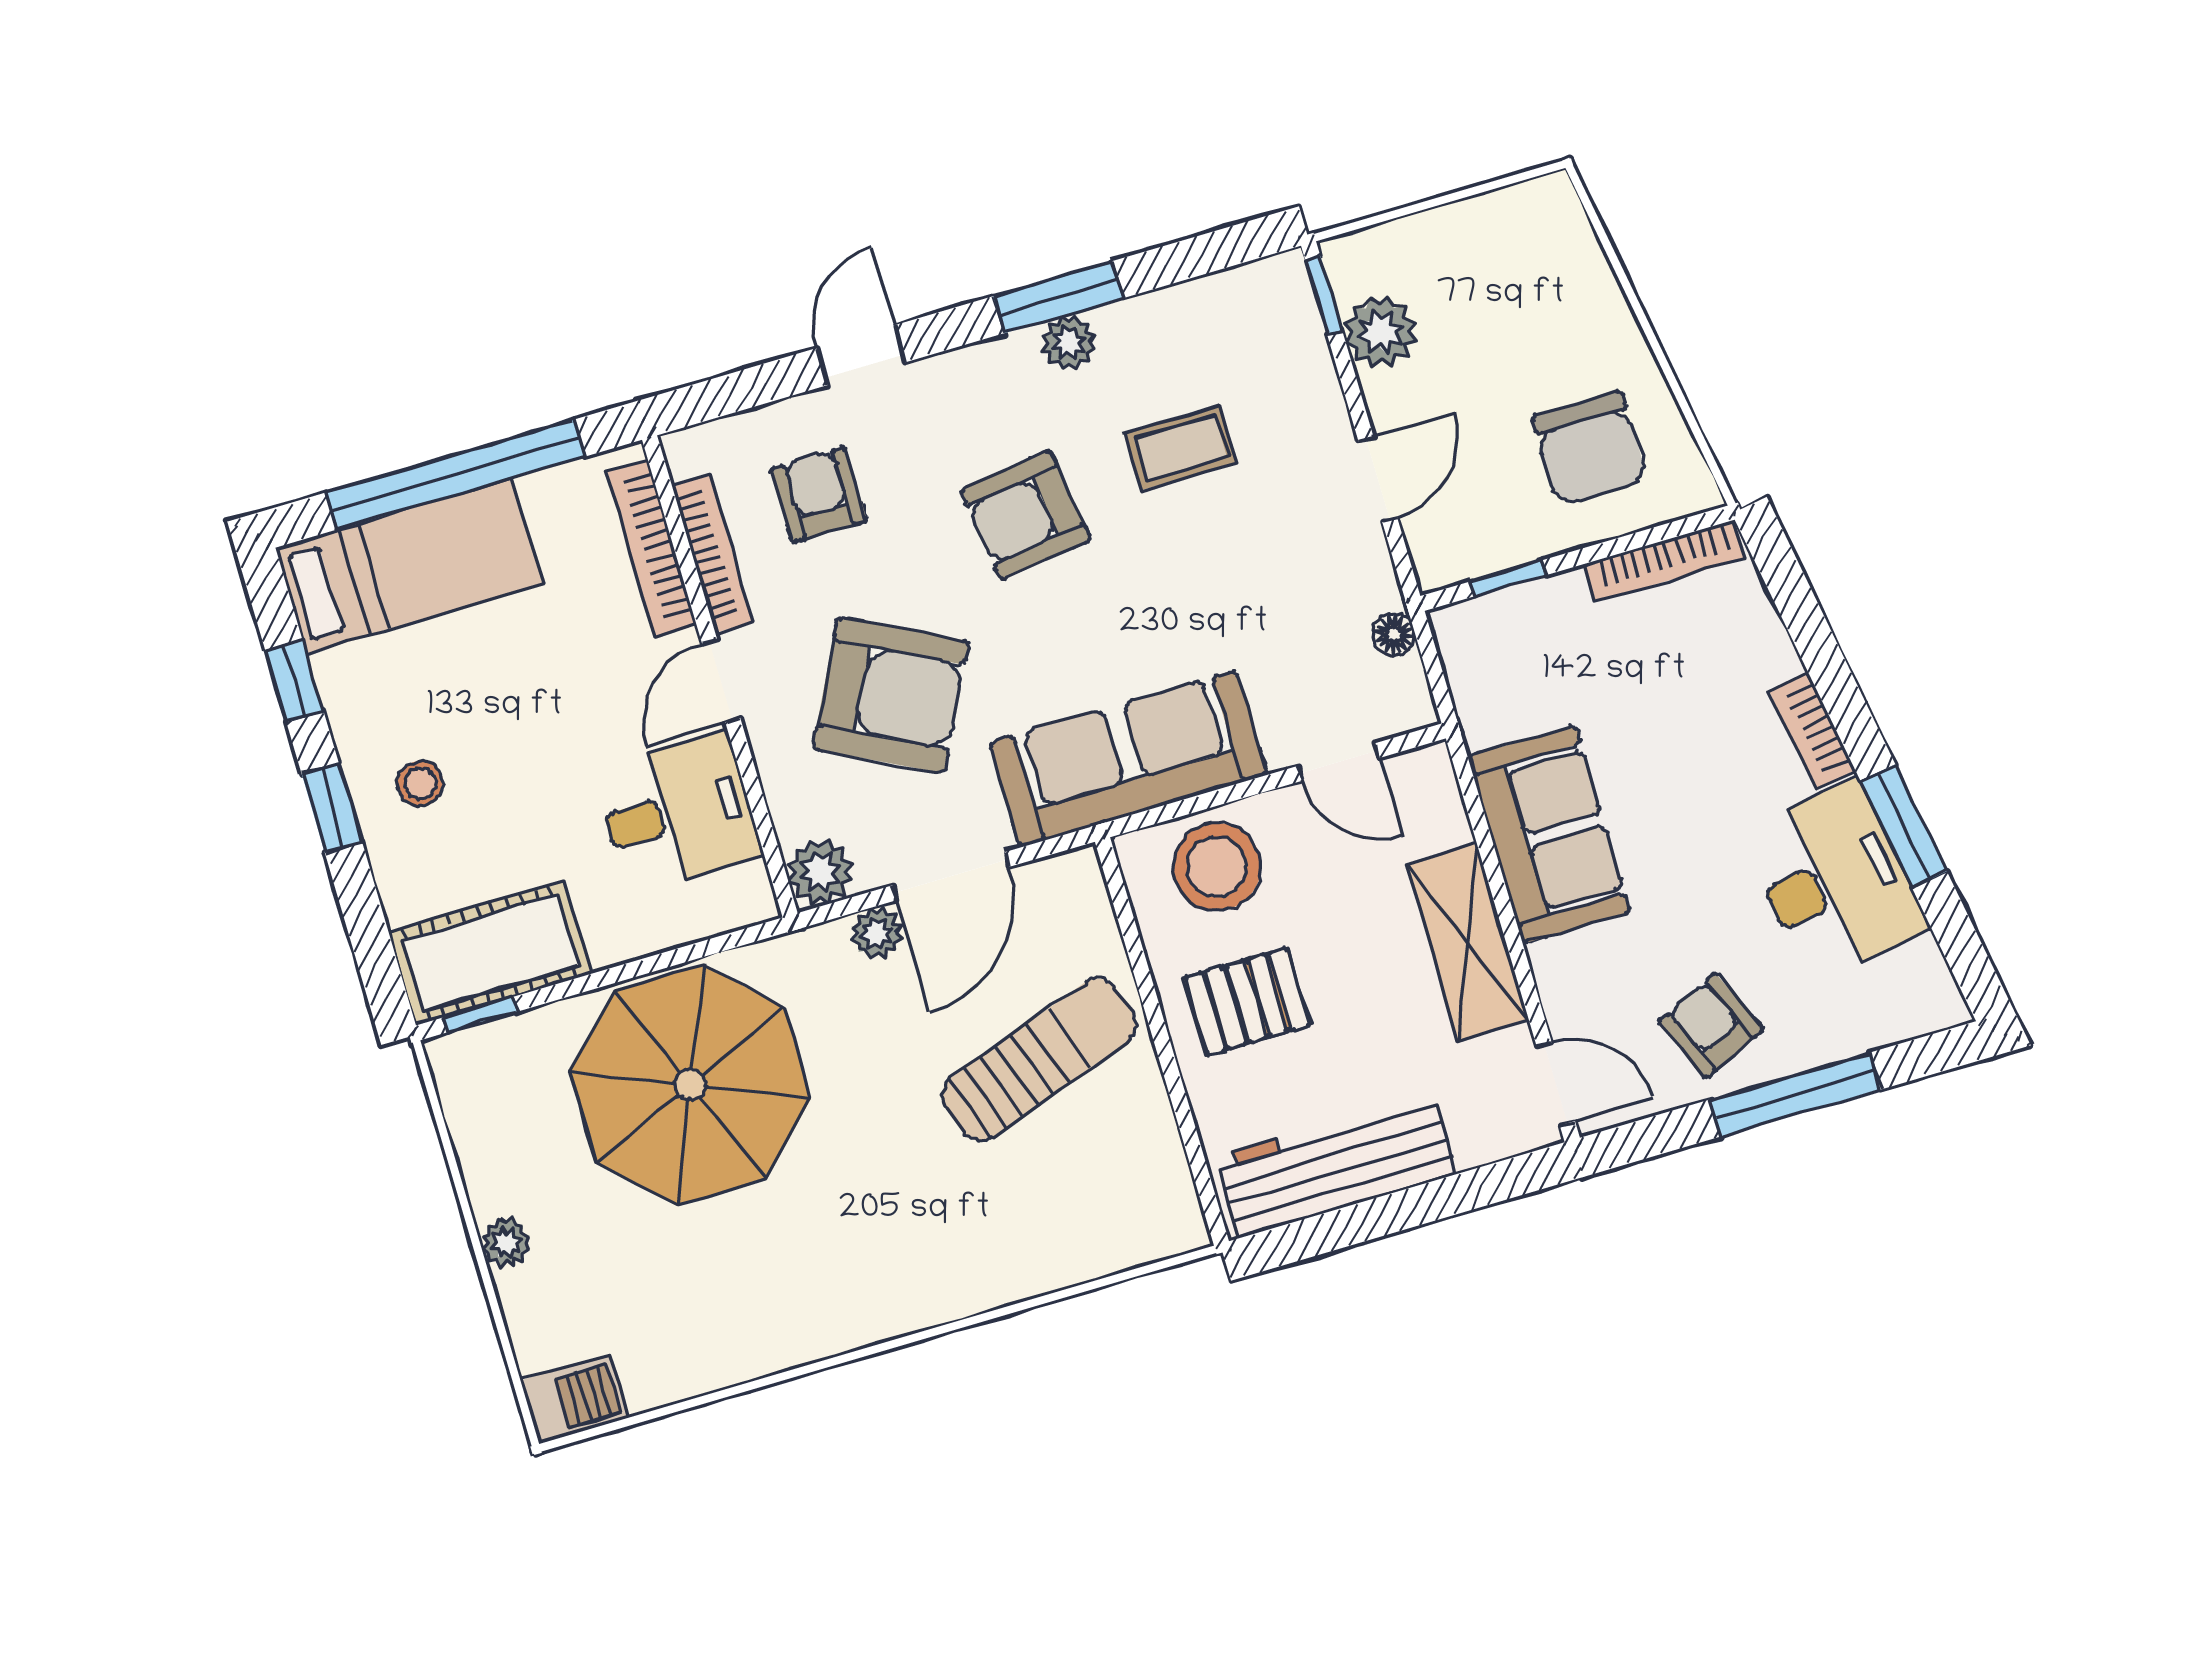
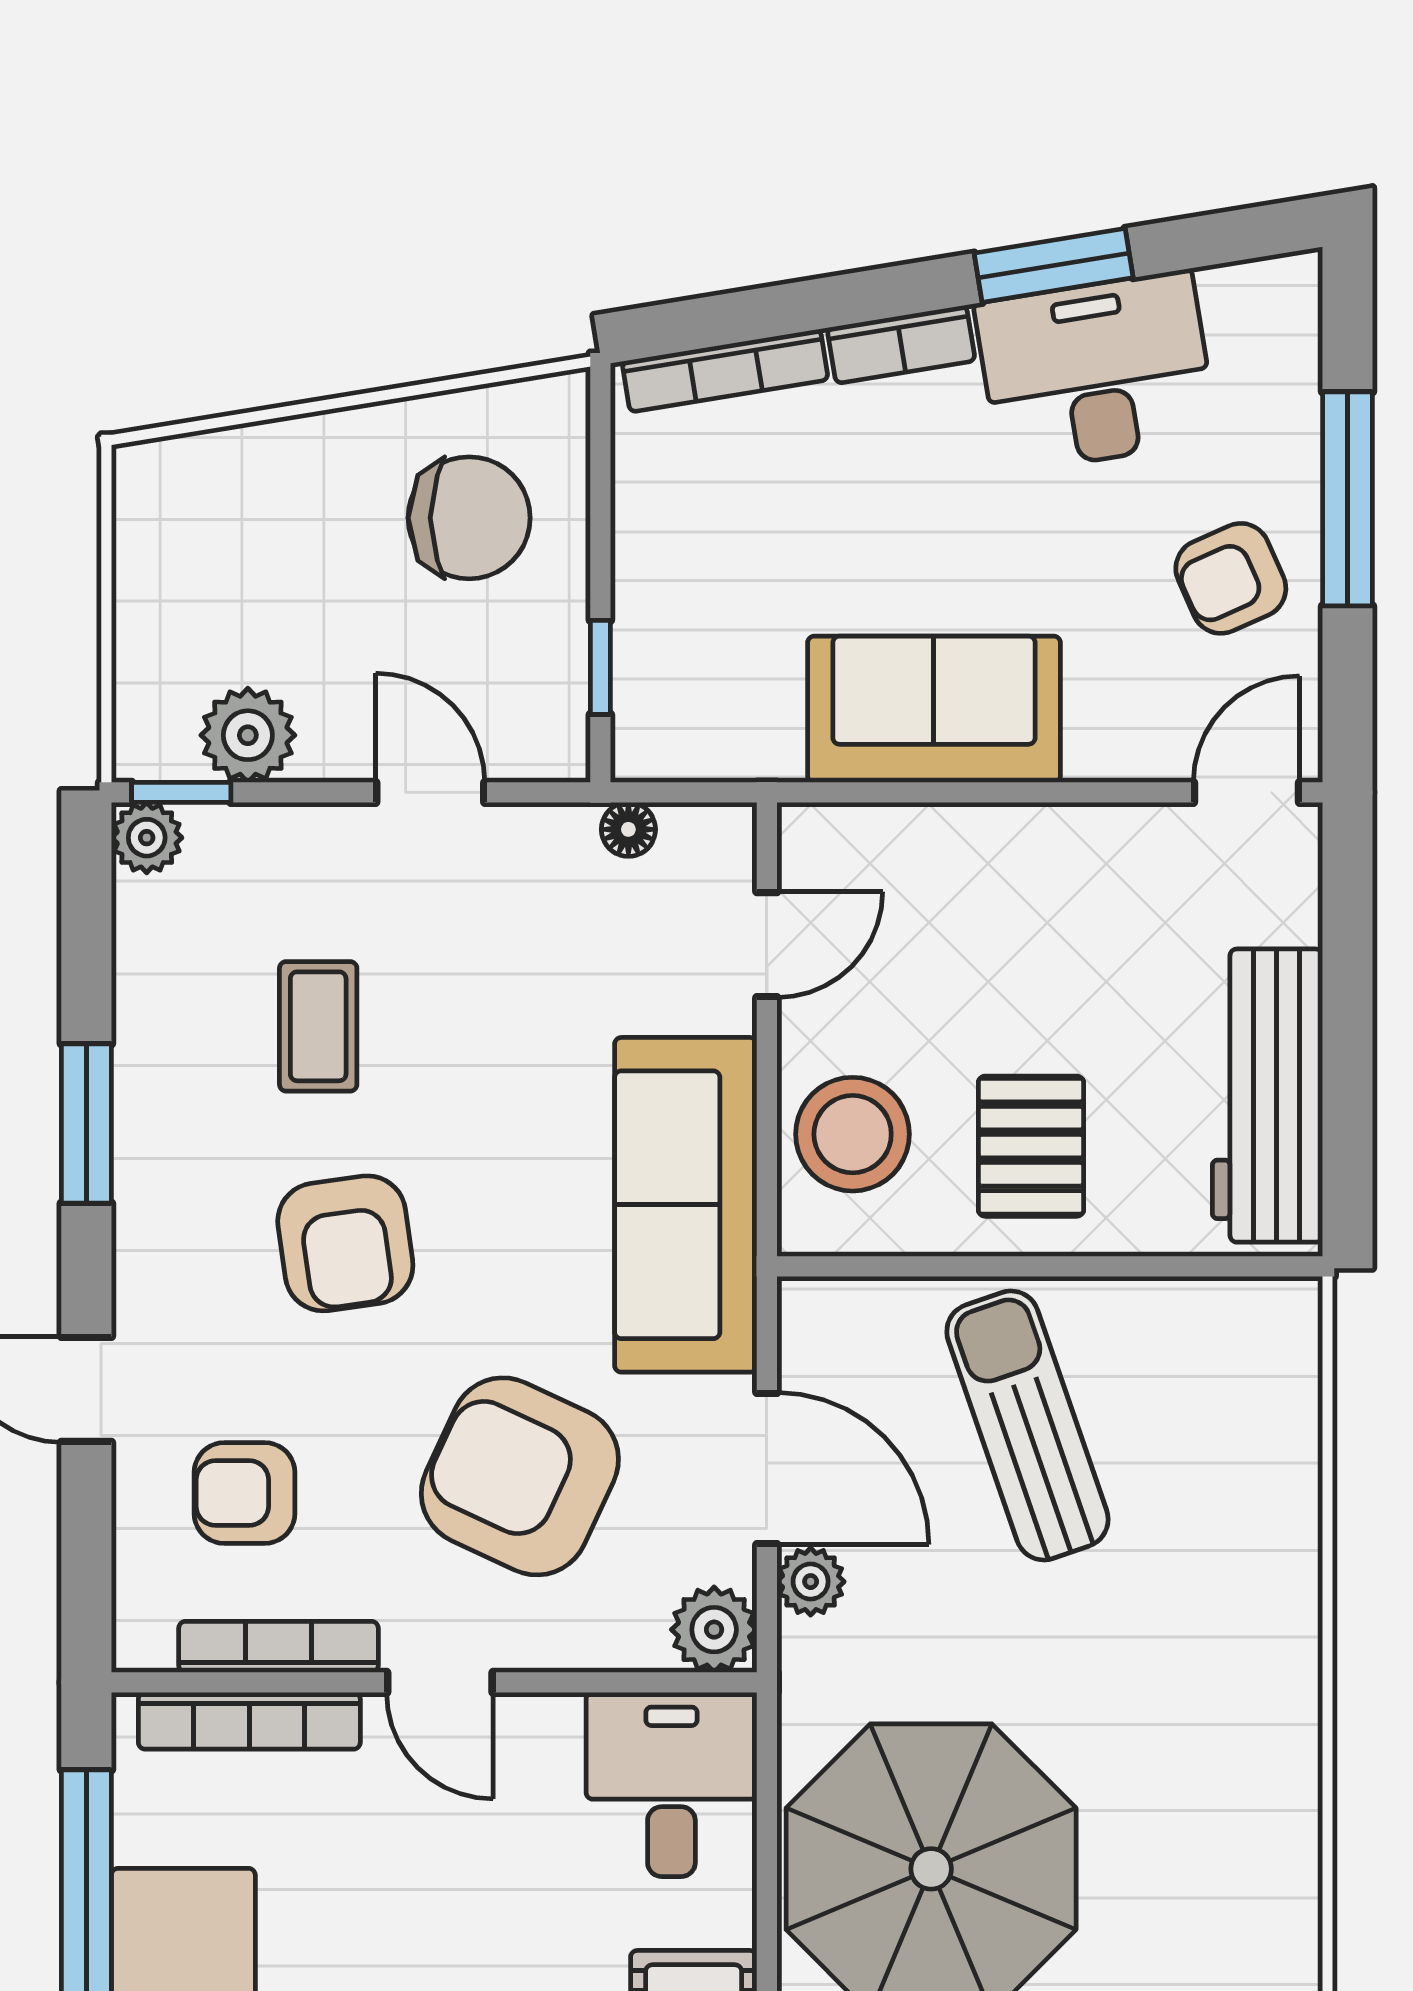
plant: (1069, 343) -> (147, 838), moved
bookcase: (1665, 561) -> (725, 371), moved, turned 81
armchair: (891, 695) -> (520, 1476), turned -92
desk: (678, 812) -> (671, 1784), moved
shelving: (1468, 942) -> (1038, 850), removed

